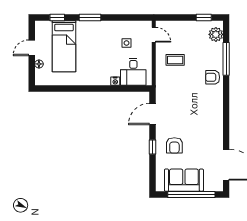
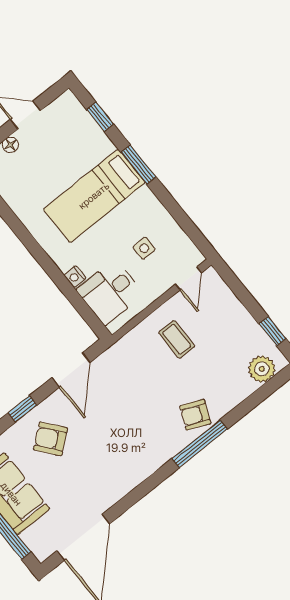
bed: (64, 46) -> (94, 196), moved
window: (226, 59) -> (200, 444), moved
armchair: (213, 77) -> (195, 415), turned -67
door: (153, 114) -> (71, 370), swing flipped
armchair: (174, 145) -> (51, 439), turned 51

